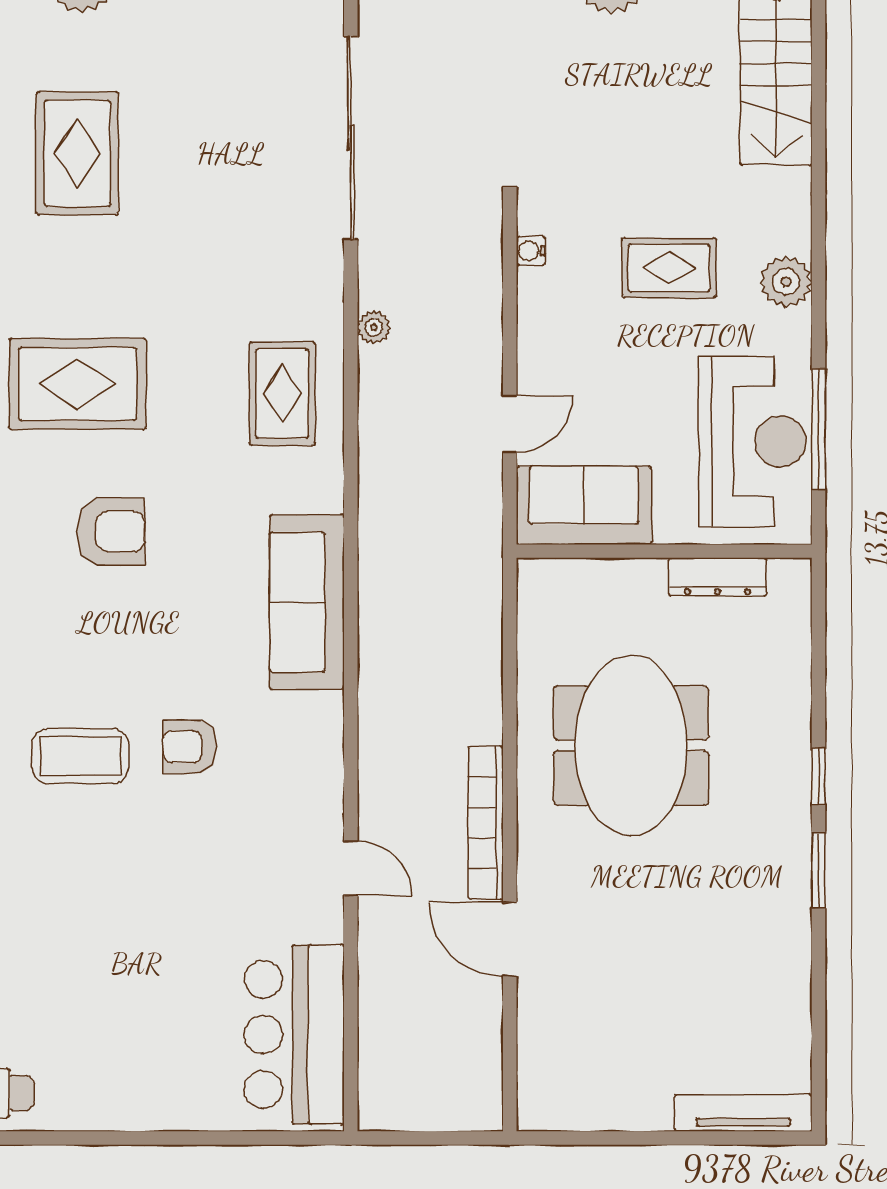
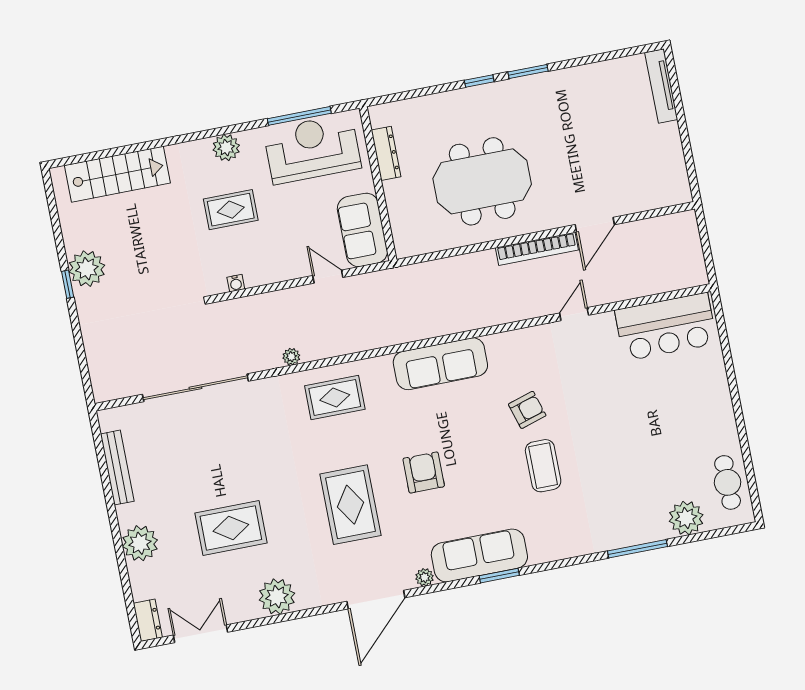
rug: (669, 268) -> (231, 210), turned 90
armchair: (190, 747) -> (527, 410), turned -107

